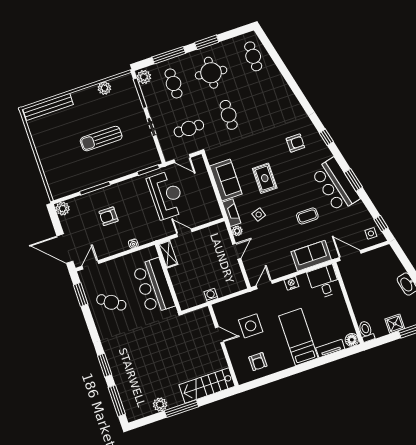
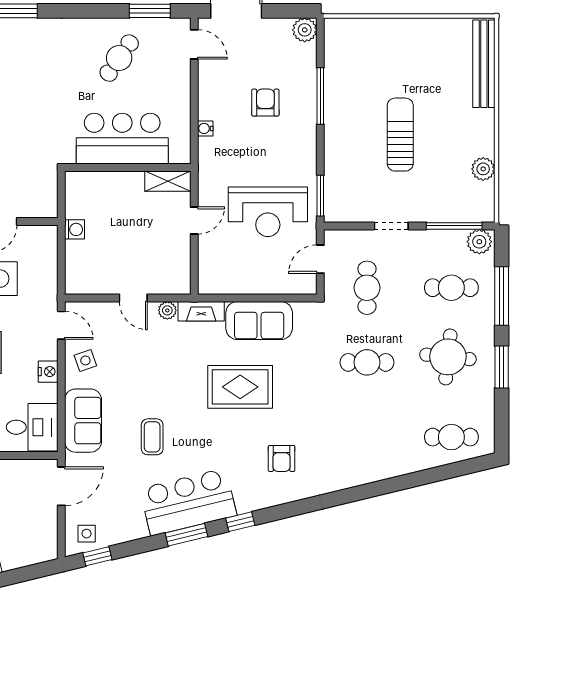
window: (326, 137) -> (240, 522), moved
rug: (265, 178) -> (240, 387), width x1.36, depth x1.43
side table: (259, 214) -> (85, 360), moved

